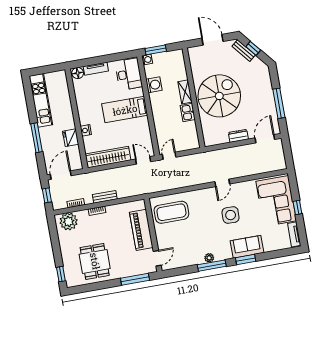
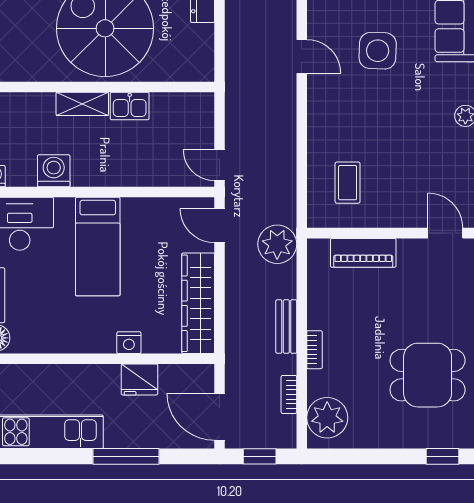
door: (143, 160) -> (220, 226), hinge flipped
plant: (140, 187) -> (277, 244), added
coffee table: (171, 212) -> (348, 183), width x0.54, depth x0.58
piano: (141, 230) -> (363, 253), width x0.73, depth x0.75

